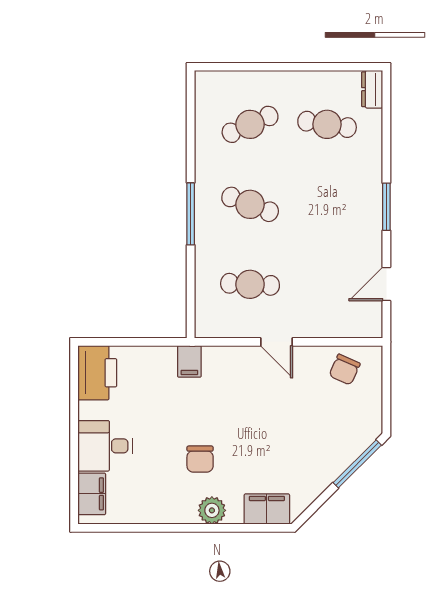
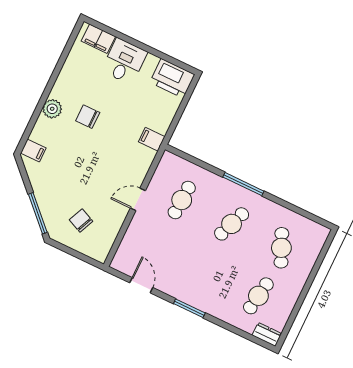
chair: (345, 370) -> (81, 221), moved
filing cabinet: (267, 509) -> (33, 150), width x0.50

